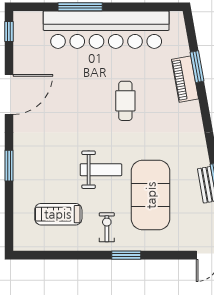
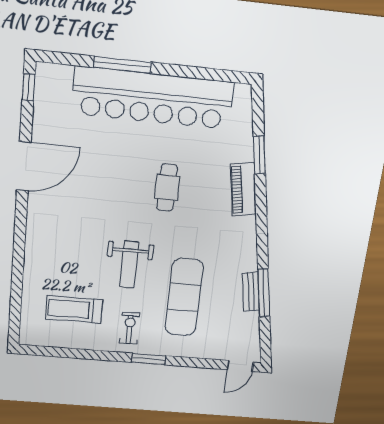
piano: (185, 79) -> (243, 189), moved
window: (9, 166) -> (19, 250), removed
weight bench: (101, 170) -> (129, 264), turned 90
exercise mat: (151, 195) -> (184, 297), width x0.68

